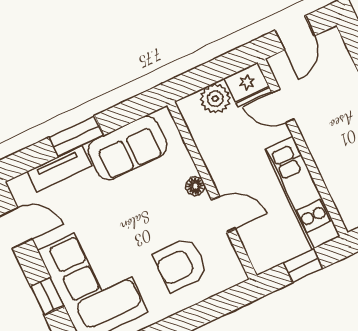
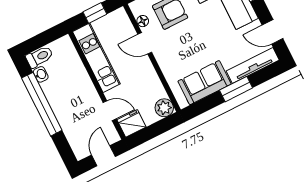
plant: (215, 99) -> (164, 108), moved
tv unit: (60, 169) -> (253, 65), width x1.41
floor lamp: (195, 186) -> (143, 21), moved

